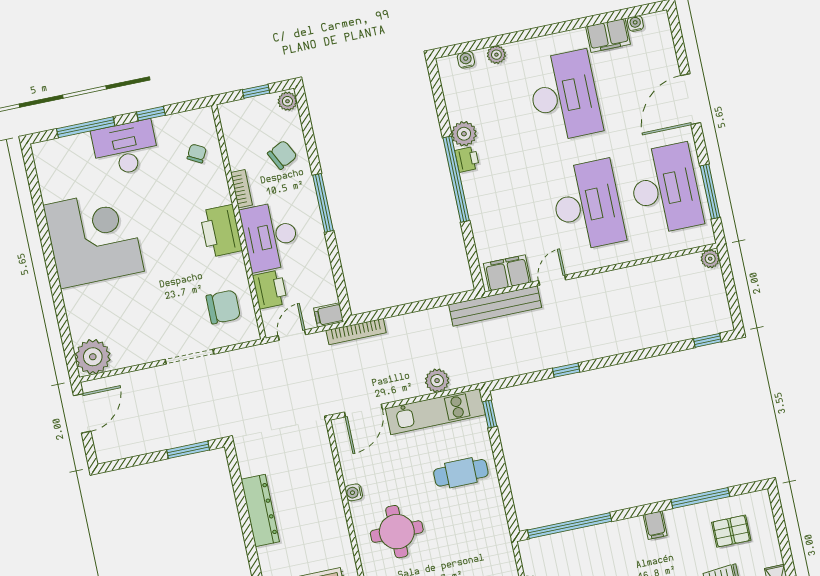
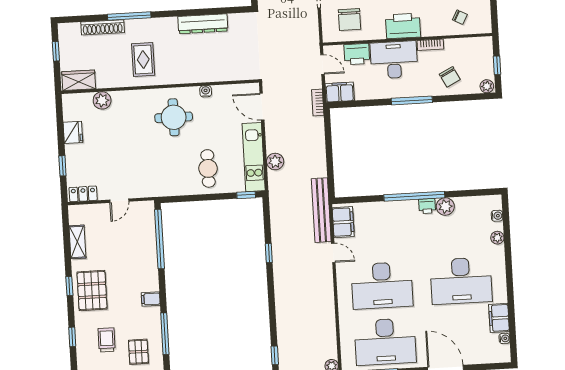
filing cabinet: (329, 315) -> (340, 92), width x2.00
bookcase: (356, 331) -> (318, 103), width x0.64

